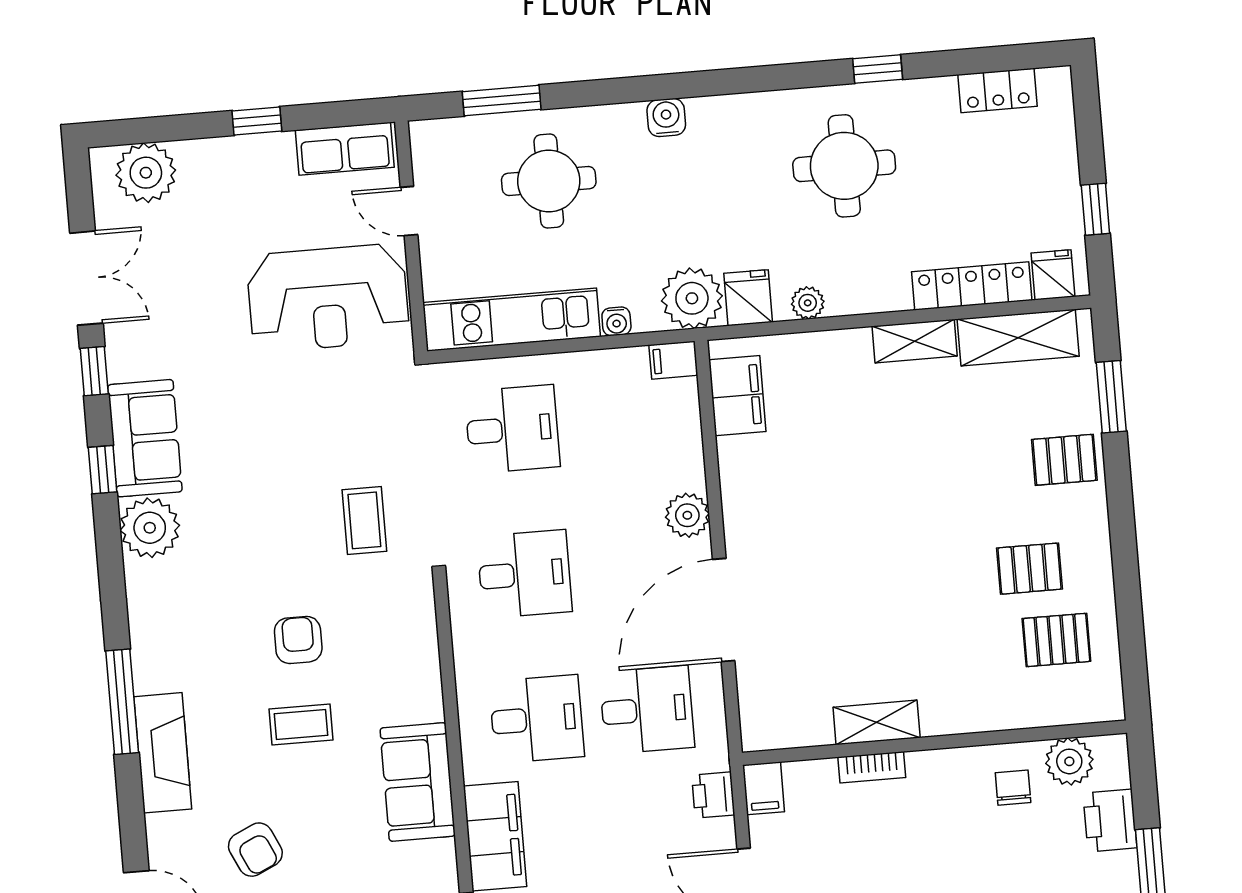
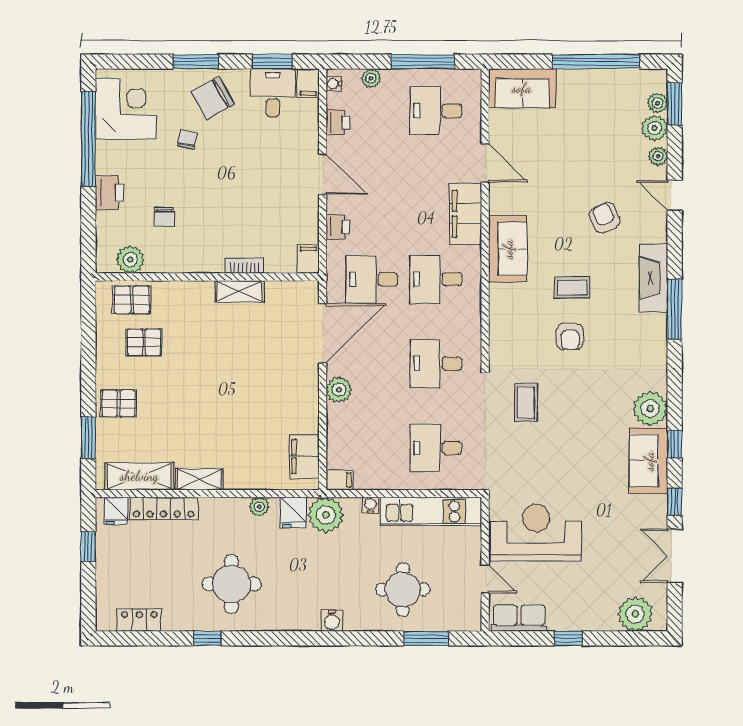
shelving: (877, 722) -> (240, 292), moved
wall: (934, 743) -> (207, 277), moved
plant: (1069, 761) -> (130, 260), moved
bookcase: (872, 767) -> (245, 266), moved
filing cabinet: (764, 788) -> (308, 259), moved

